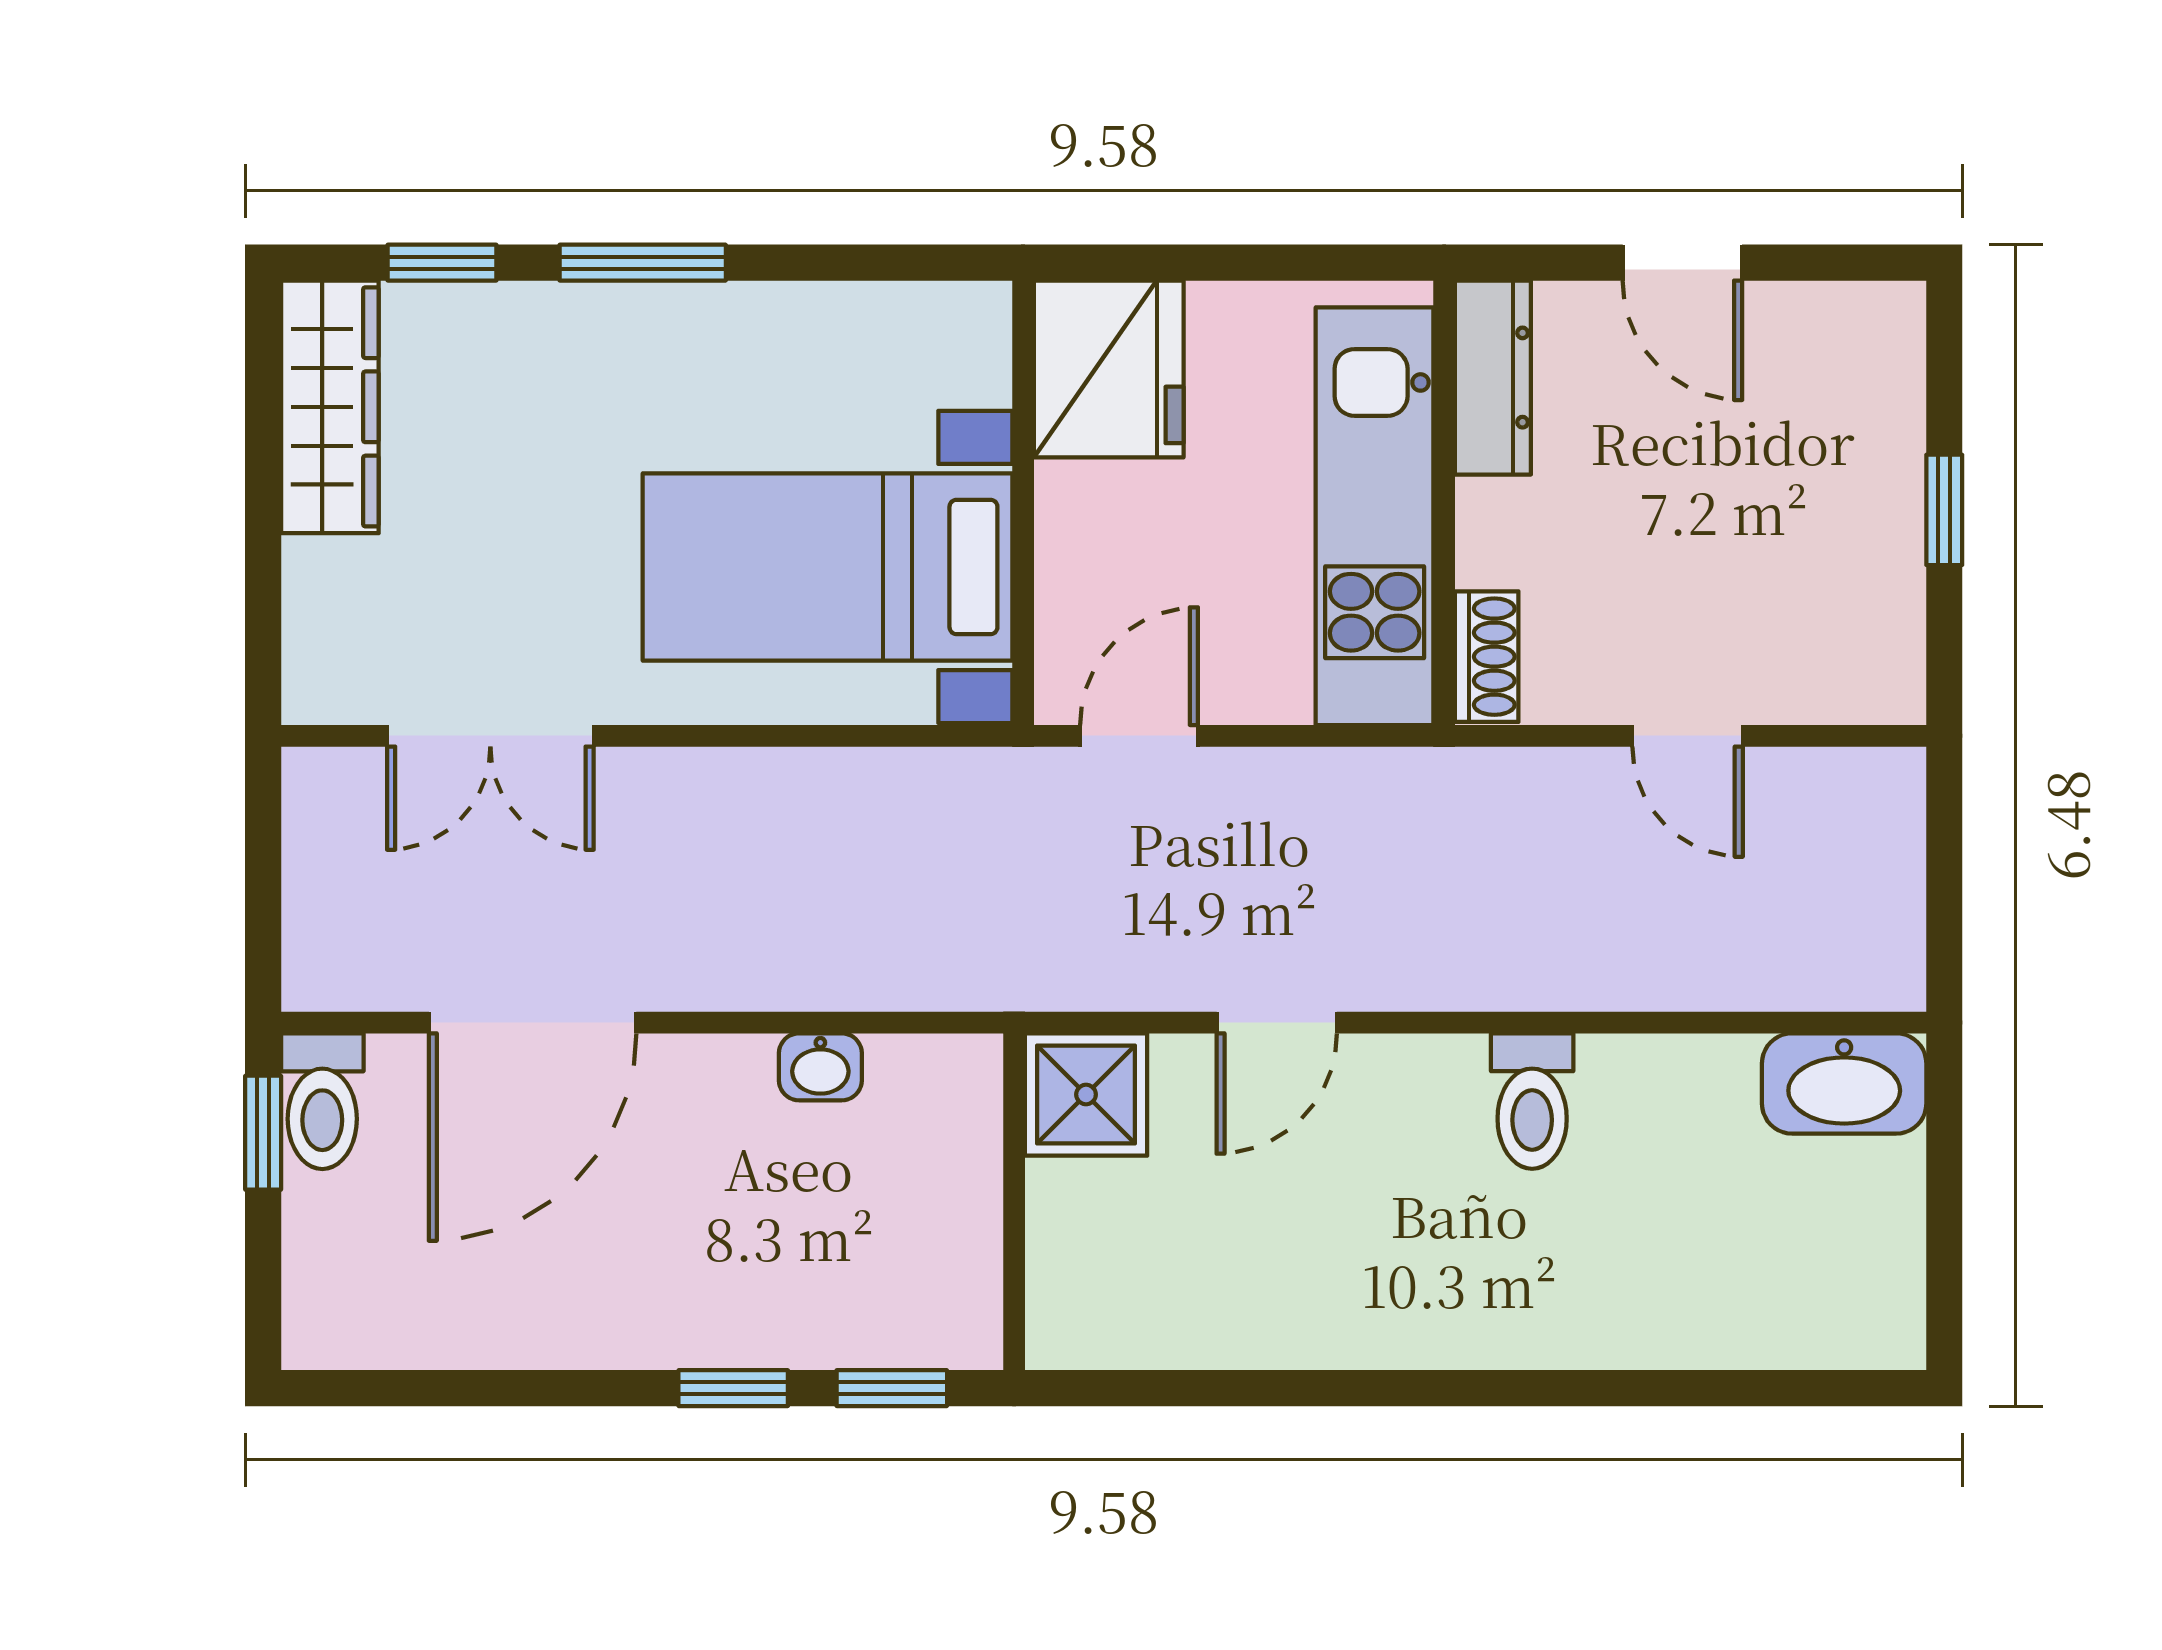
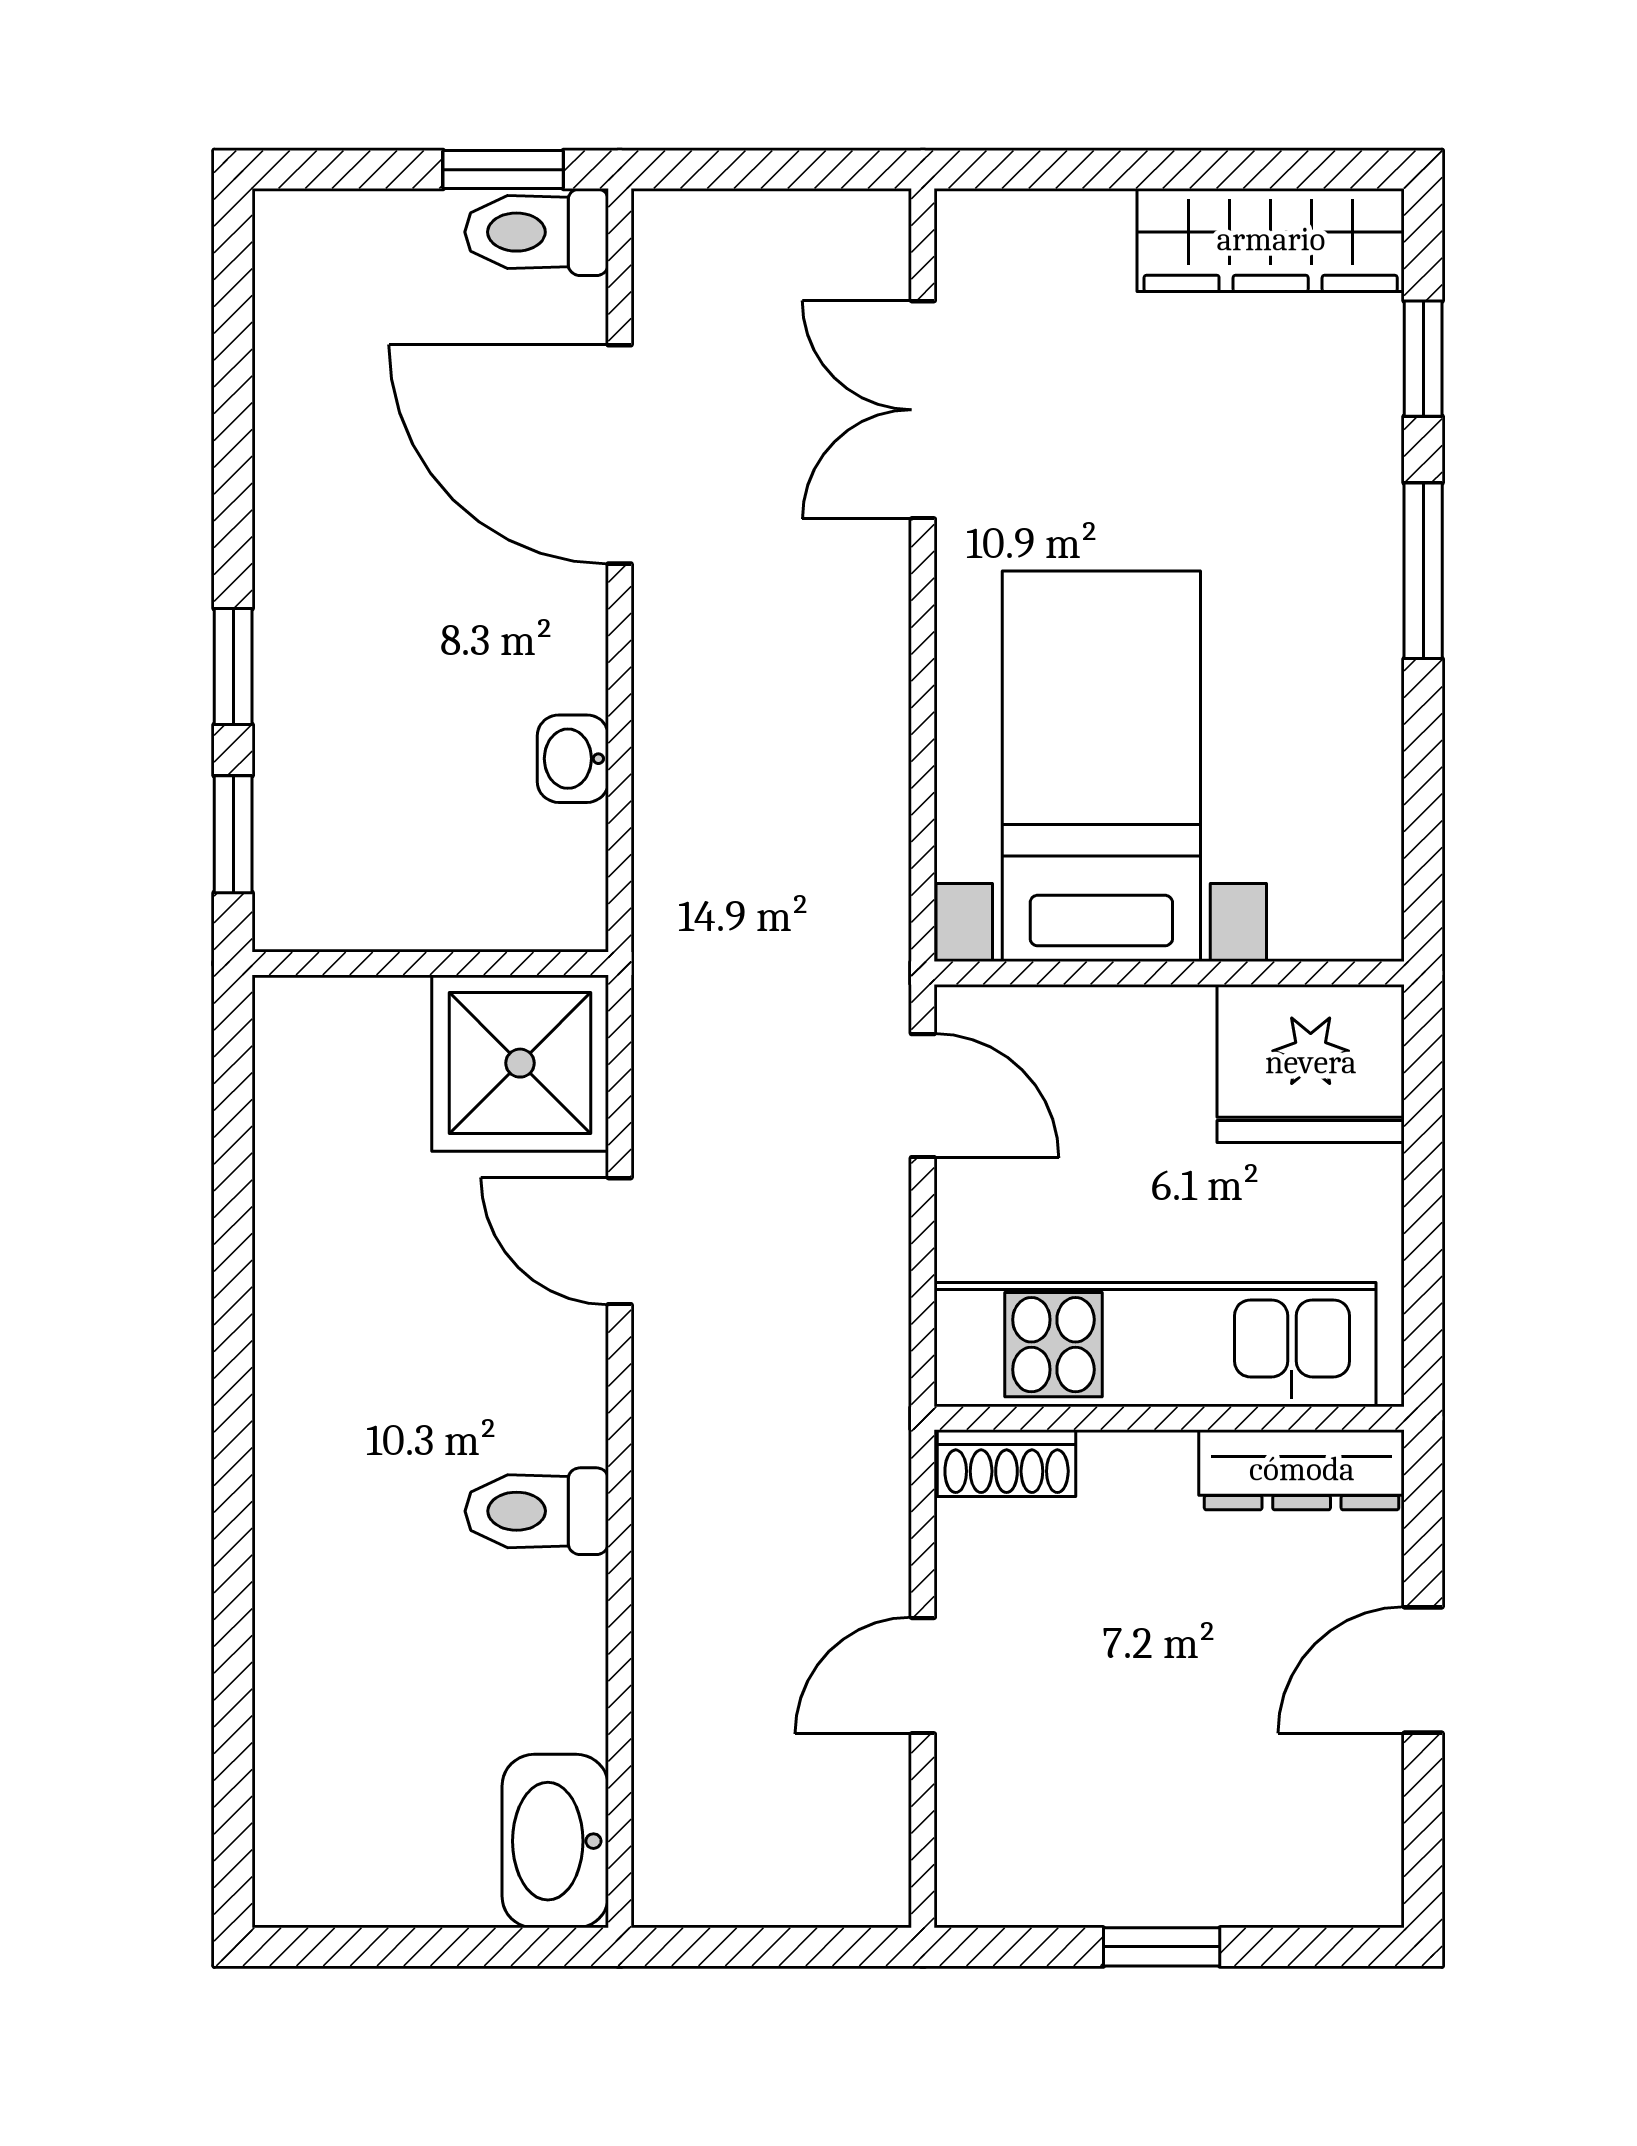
shower: (1086, 1094) -> (520, 1063), width x1.36, depth x1.36

